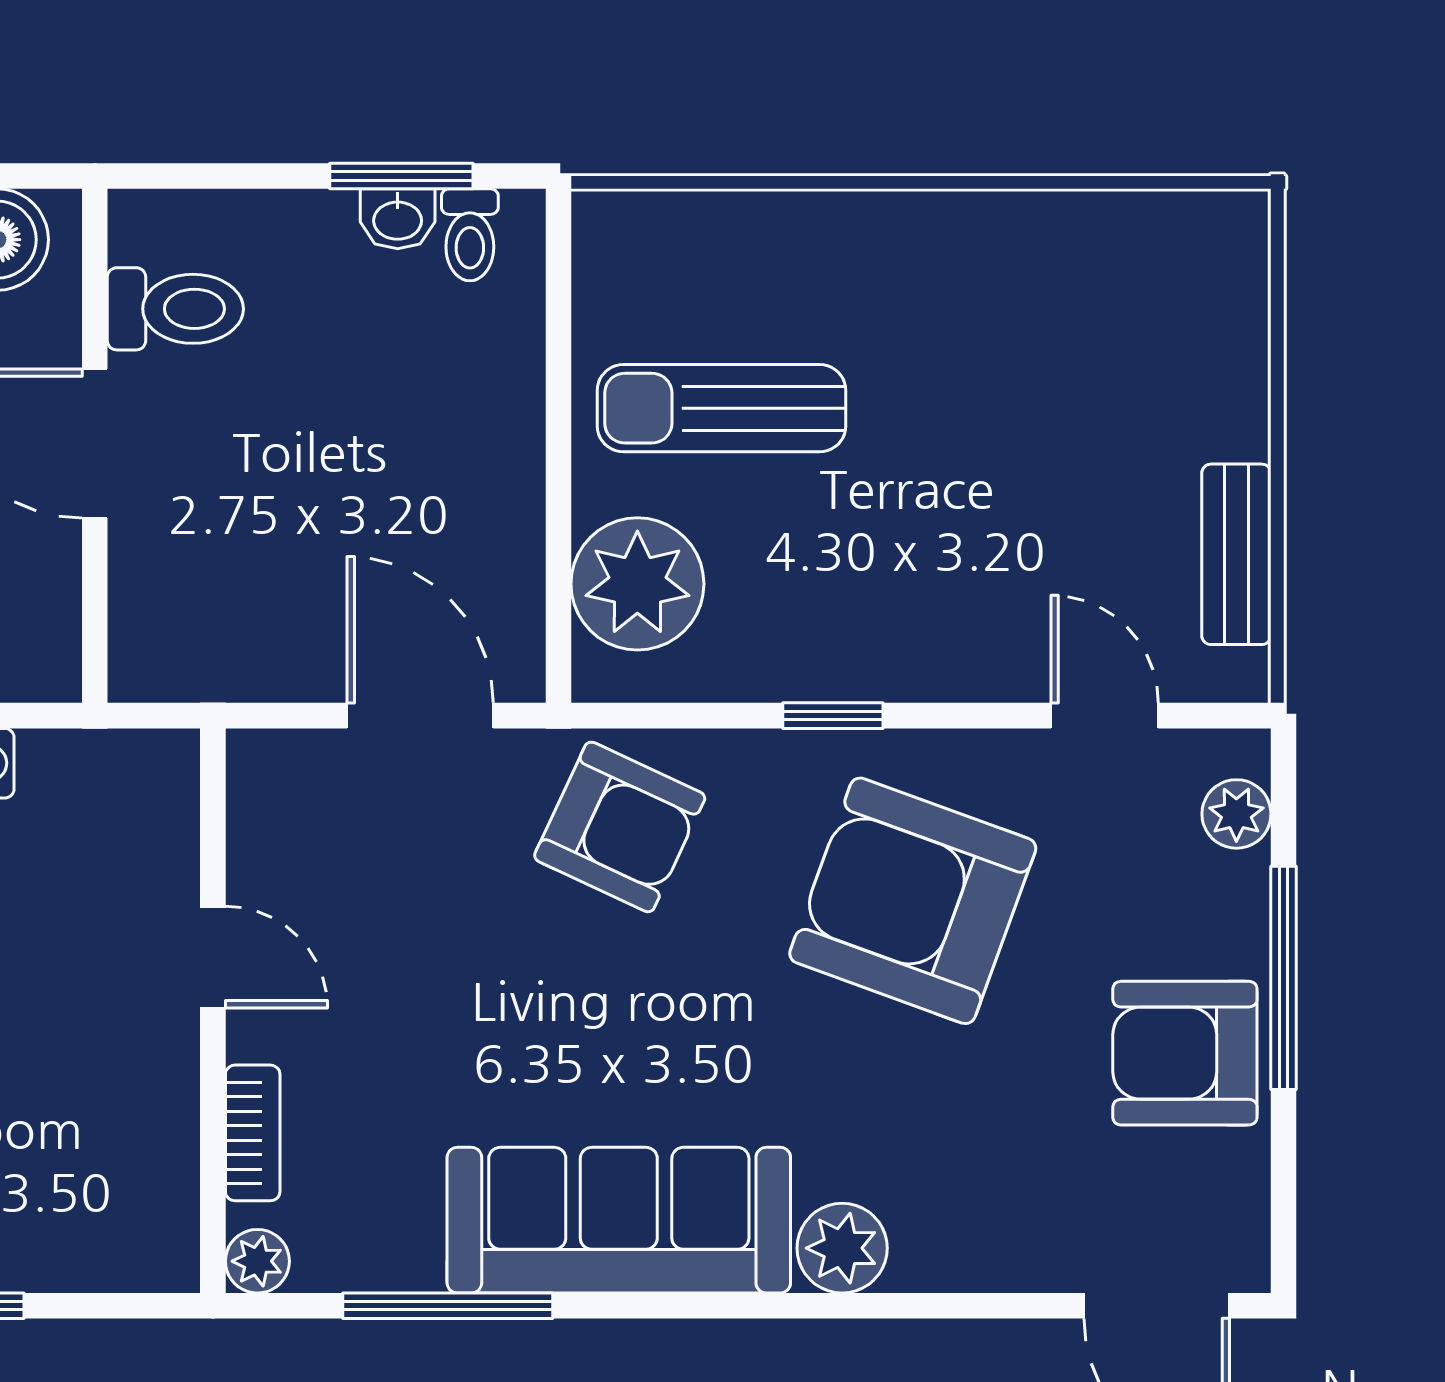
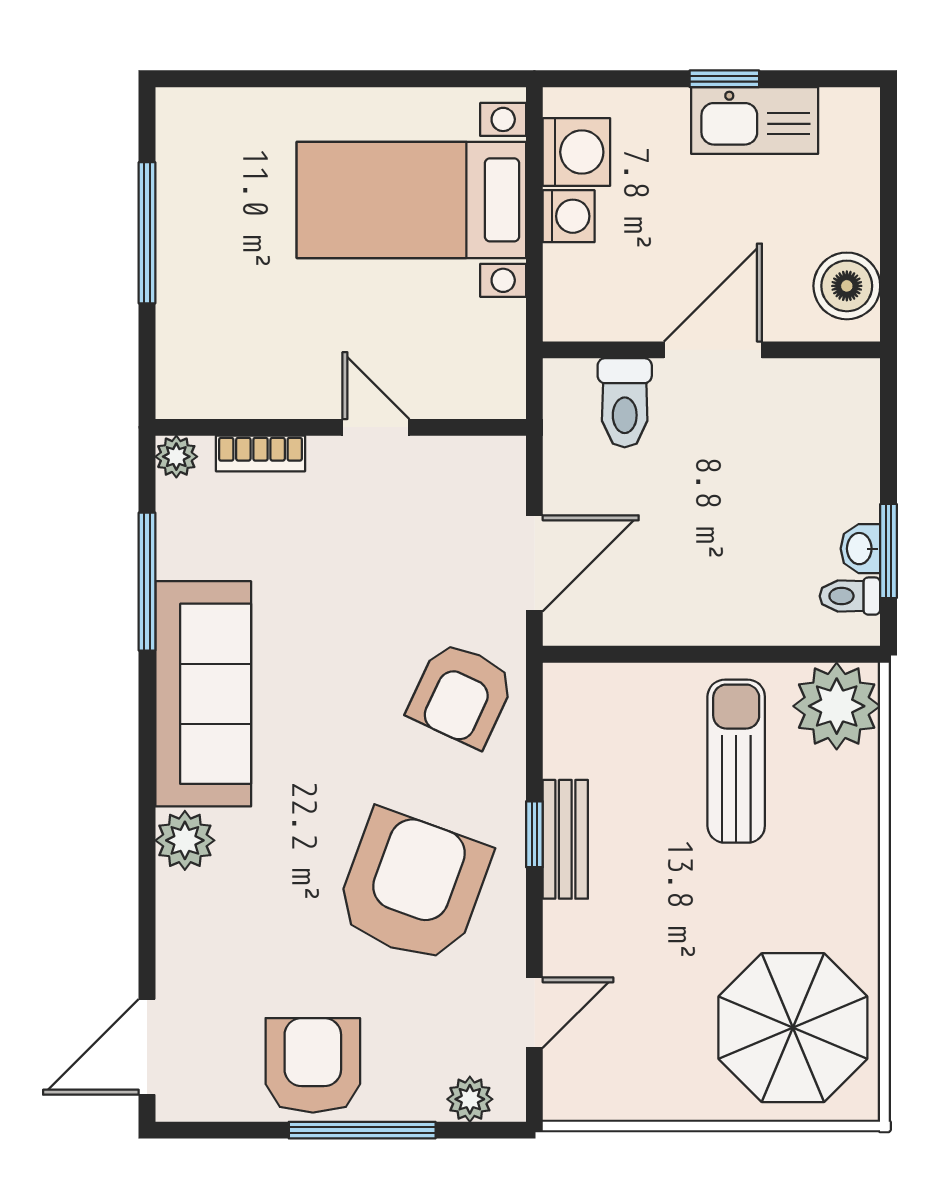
toilet: (175, 309) -> (625, 403), moved
parasol: (1127, 322) -> (793, 1028), added
bench: (1236, 554) -> (565, 839), moved, turned 90
plant: (637, 584) -> (837, 706), moved
door: (213, 957) -> (376, 427), swing flipped

